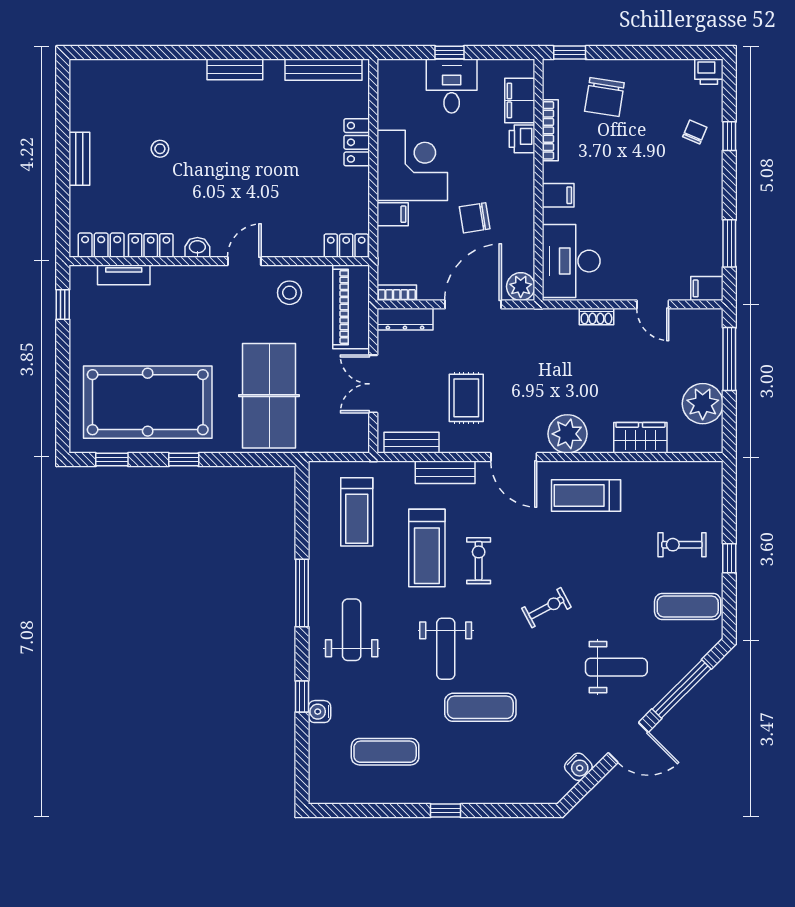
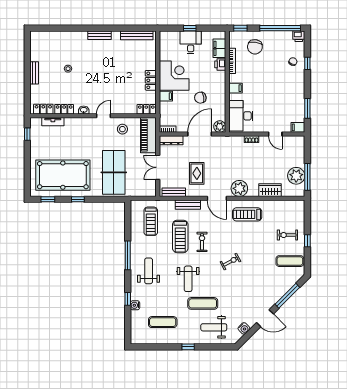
window: (664, 53) -> (280, 28), added
locker: (357, 142) -> (151, 80), moved
window: (729, 359) -> (307, 177), moved
weight bench: (616, 667) -> (214, 327), moved, turned 180

